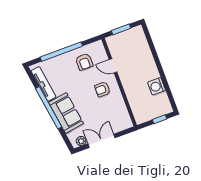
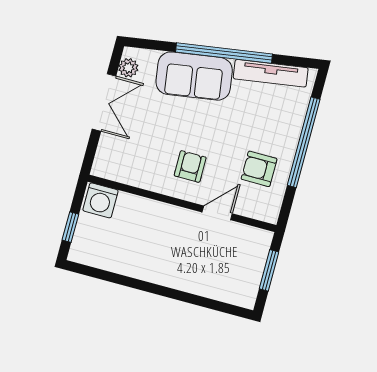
washing machine: (157, 86) -> (100, 200), moved, turned 180

